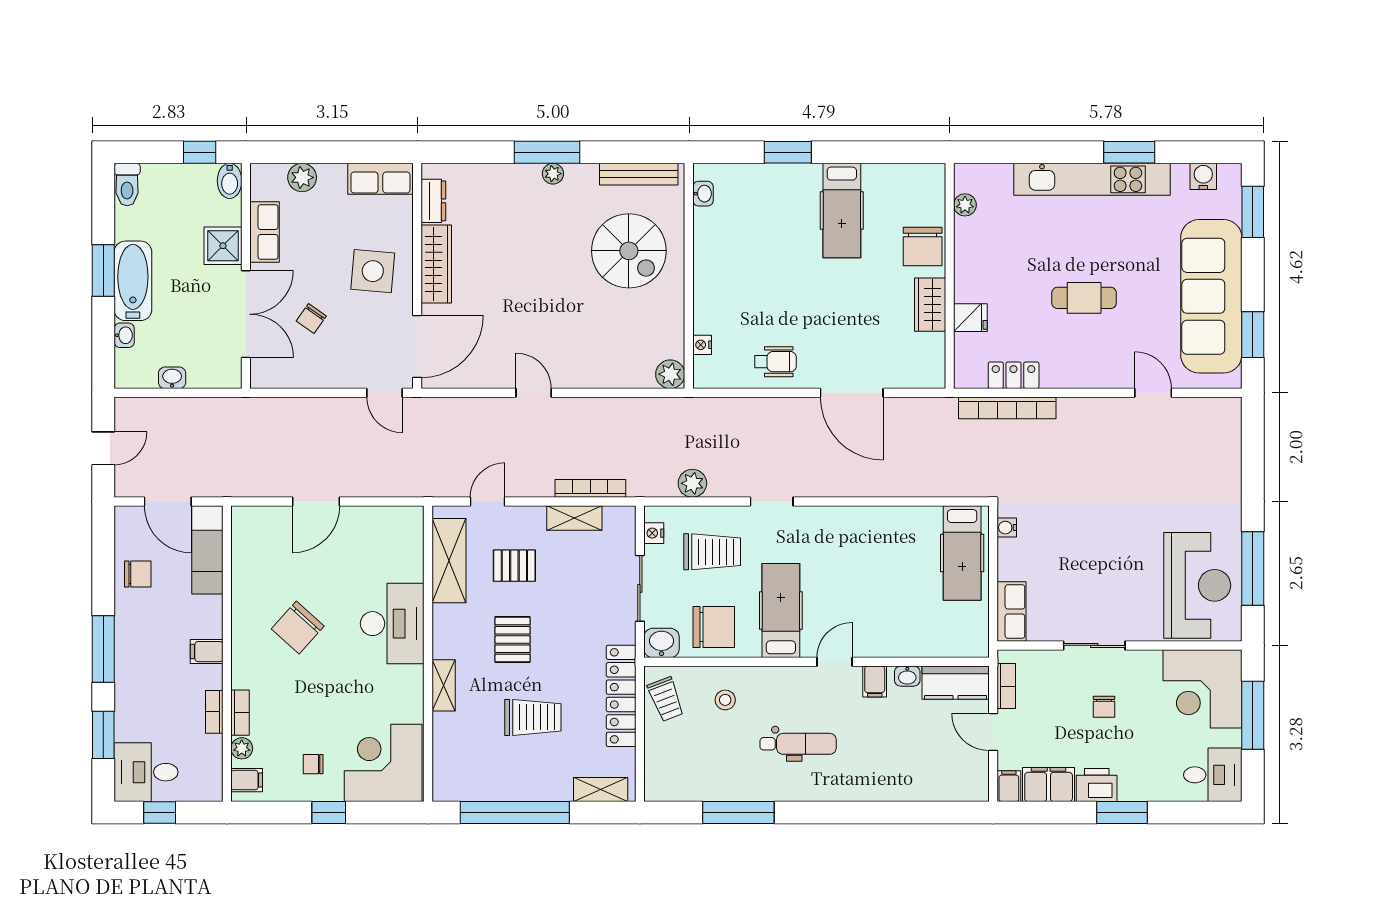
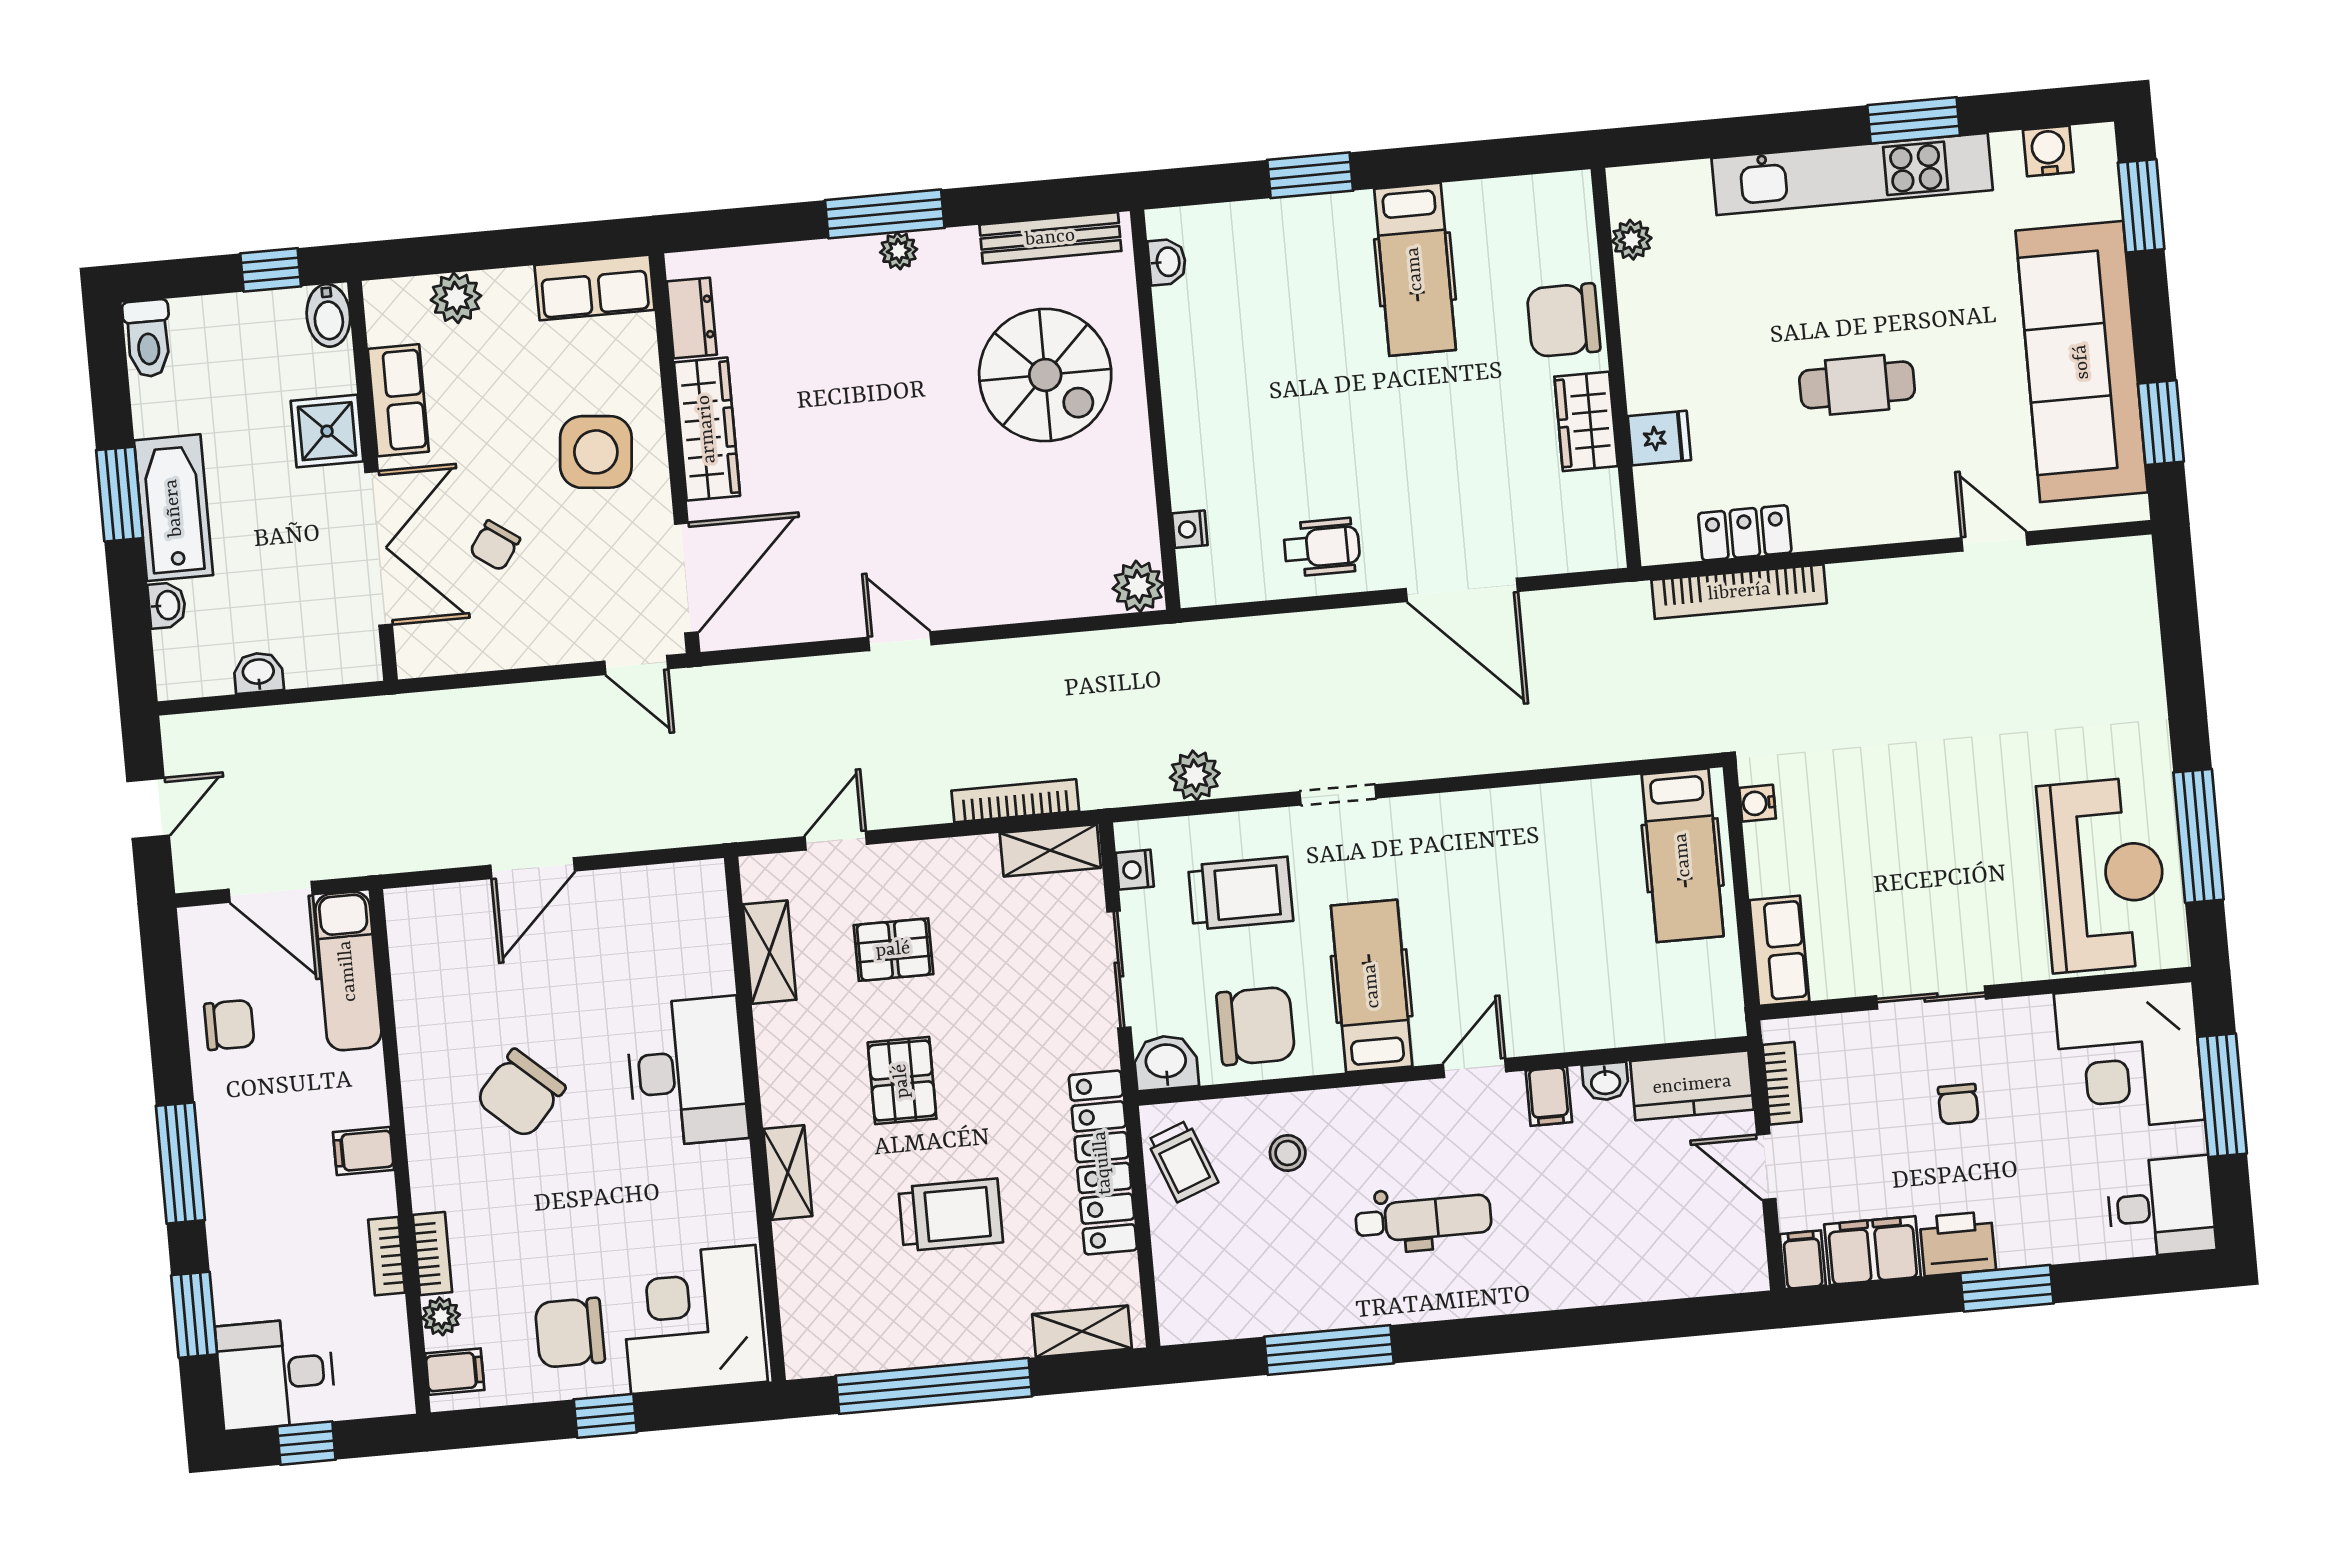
chair: (923, 247) -> (1564, 320), turned 90
shelving: (574, 518) -> (1050, 850), moved
shelving: (449, 561) -> (770, 952), width x0.67, depth x0.75
chair: (313, 764) -> (570, 1333), width x1.87, depth x1.87

